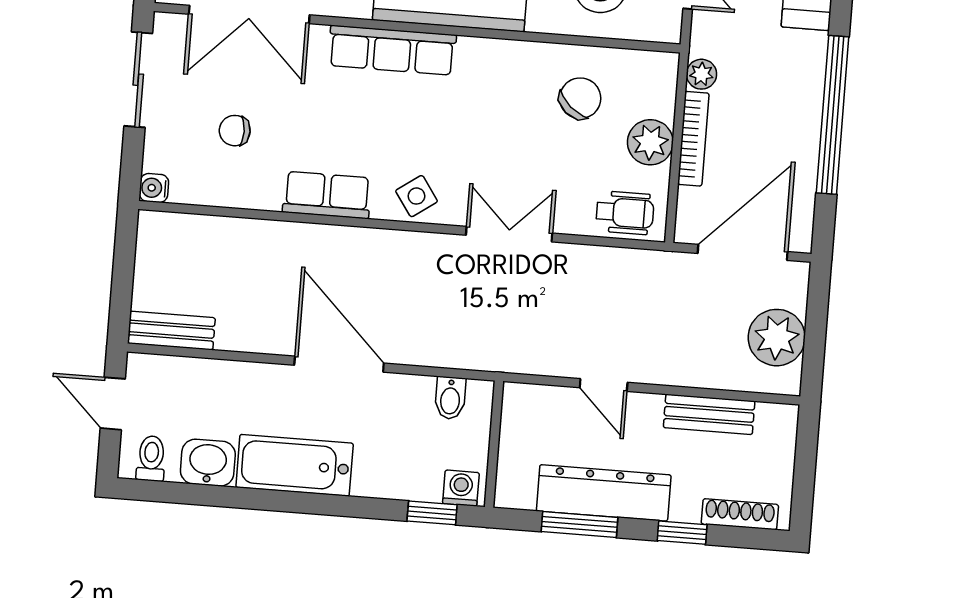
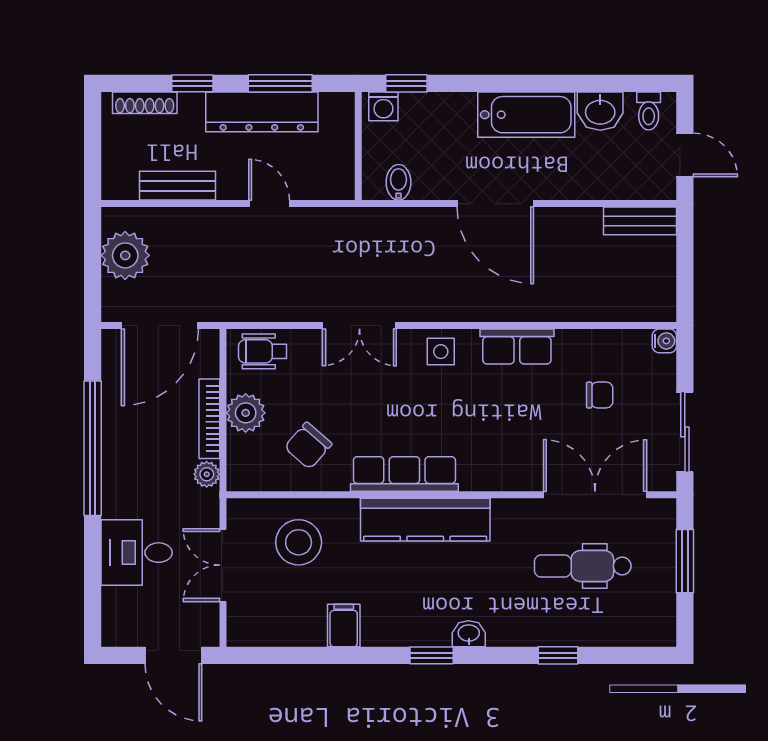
row of seats: (392, 50) -> (404, 474), moved
side table: (416, 196) -> (441, 352), turned 35

